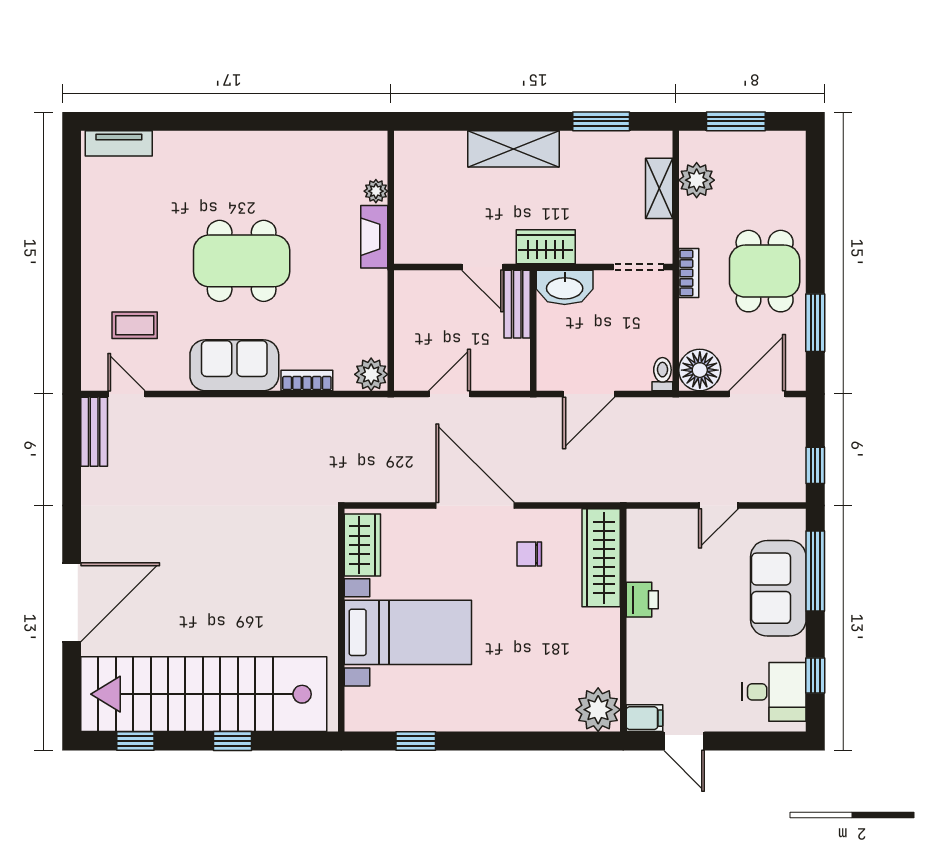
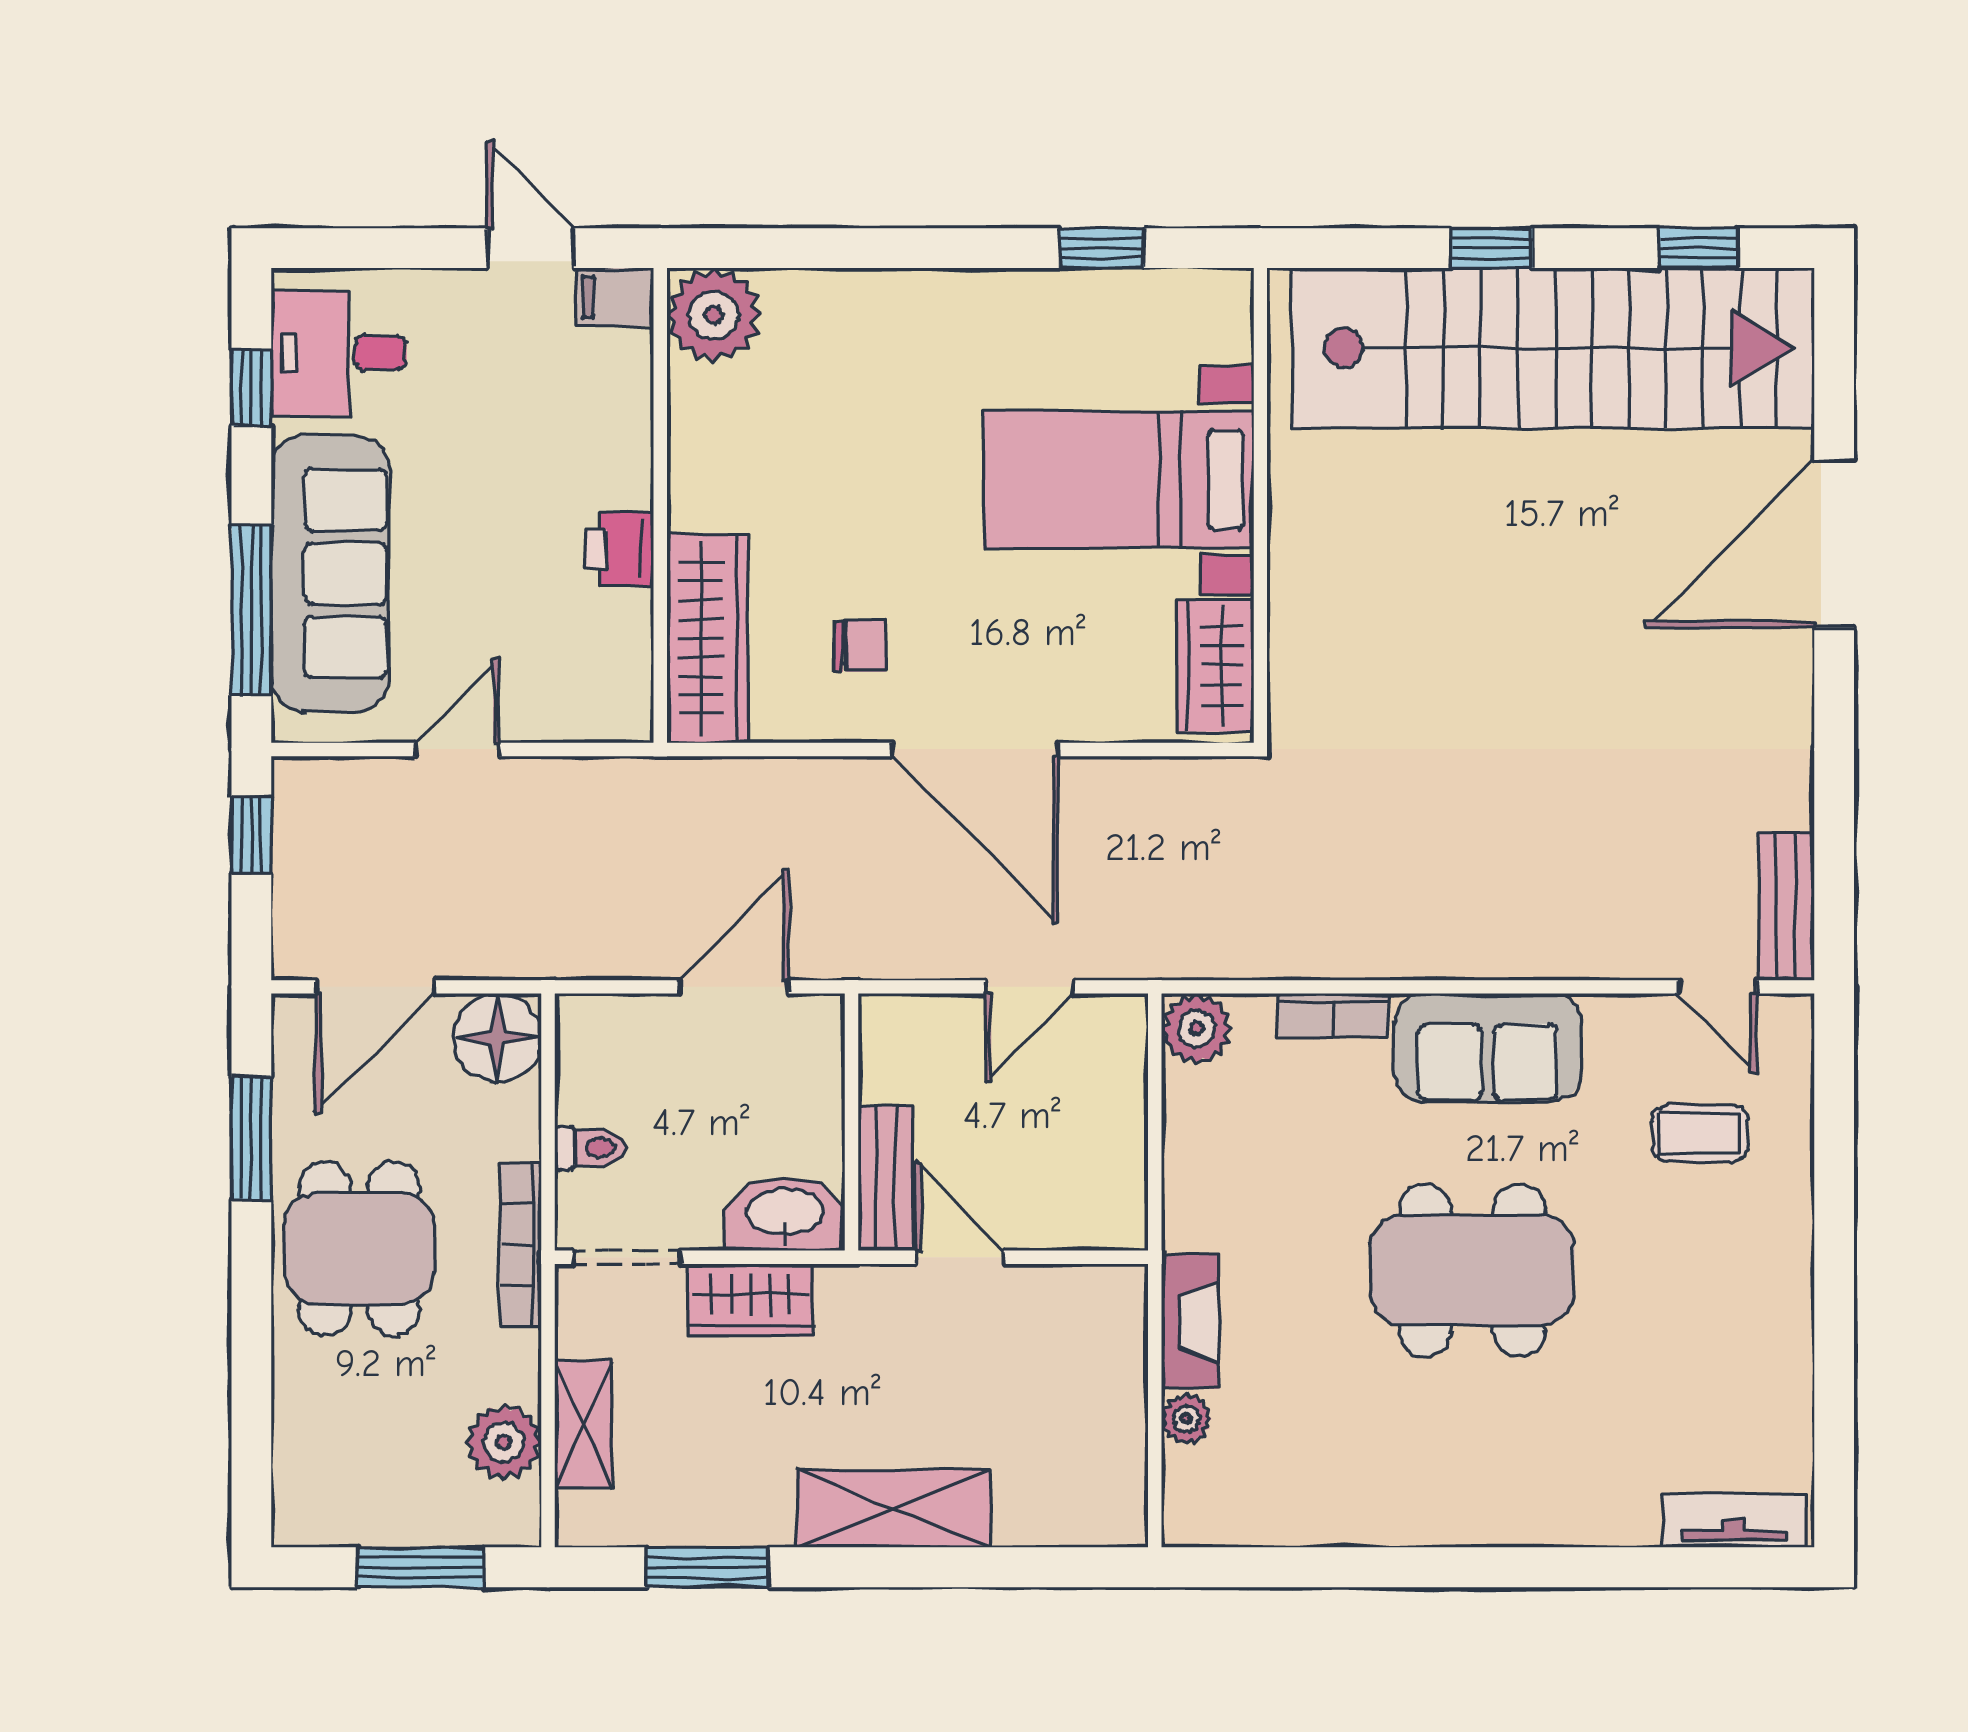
wardrobe: (546, 247) -> (751, 1300), moved
bookcase: (689, 273) -> (521, 1244), width x1.56
toilet: (662, 374) -> (590, 1148), moved, turned -90
sofa: (778, 588) -> (330, 573), width x1.36

